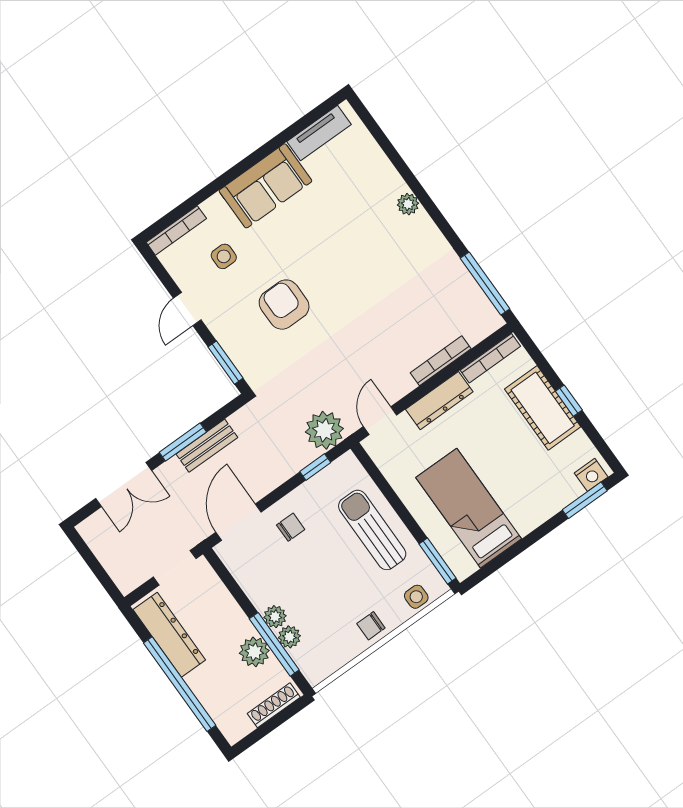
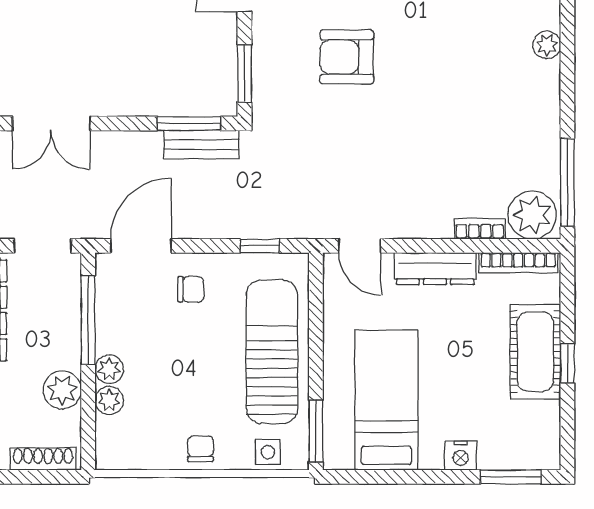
armchair: (284, 305) -> (347, 57), turned -90
bookcase: (441, 361) -> (480, 229), width x0.64
door: (380, 421) -> (360, 246), swing flipped
plant: (324, 430) -> (532, 215), moved
window: (183, 442) -> (189, 123), moved
bench: (207, 446) -> (201, 145), moved
nightstand: (591, 475) -> (461, 456), moved
sun lounger: (372, 530) -> (272, 352), width x1.36, depth x1.34
chair: (371, 626) -> (200, 449), turned 90
window: (274, 644) -> (88, 320), moved

